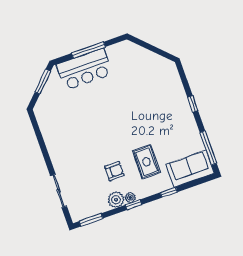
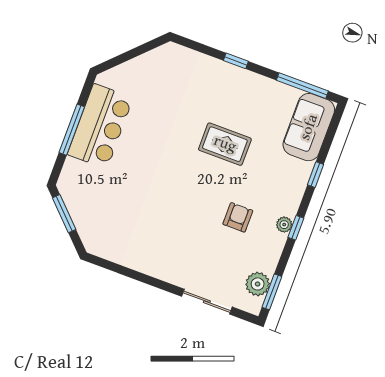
bar counter: (84, 69) -> (100, 126), moved
rug: (146, 162) -> (225, 144), moved
plant: (116, 200) -> (258, 284), moved

